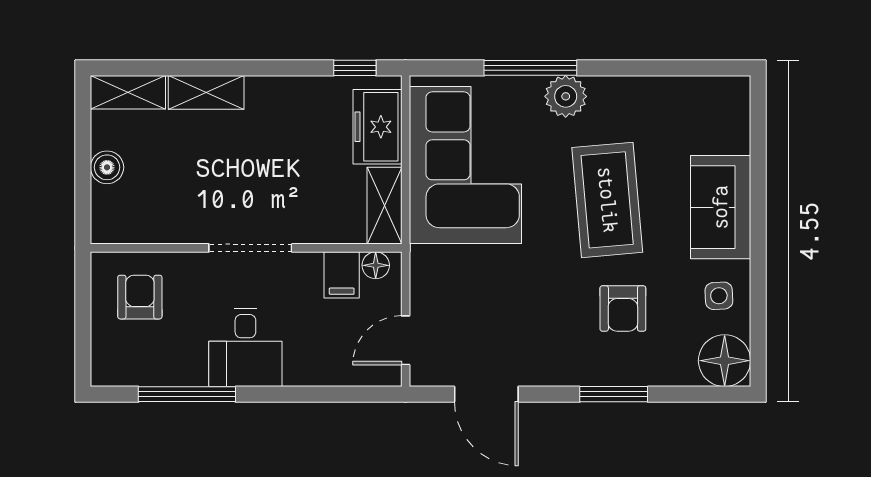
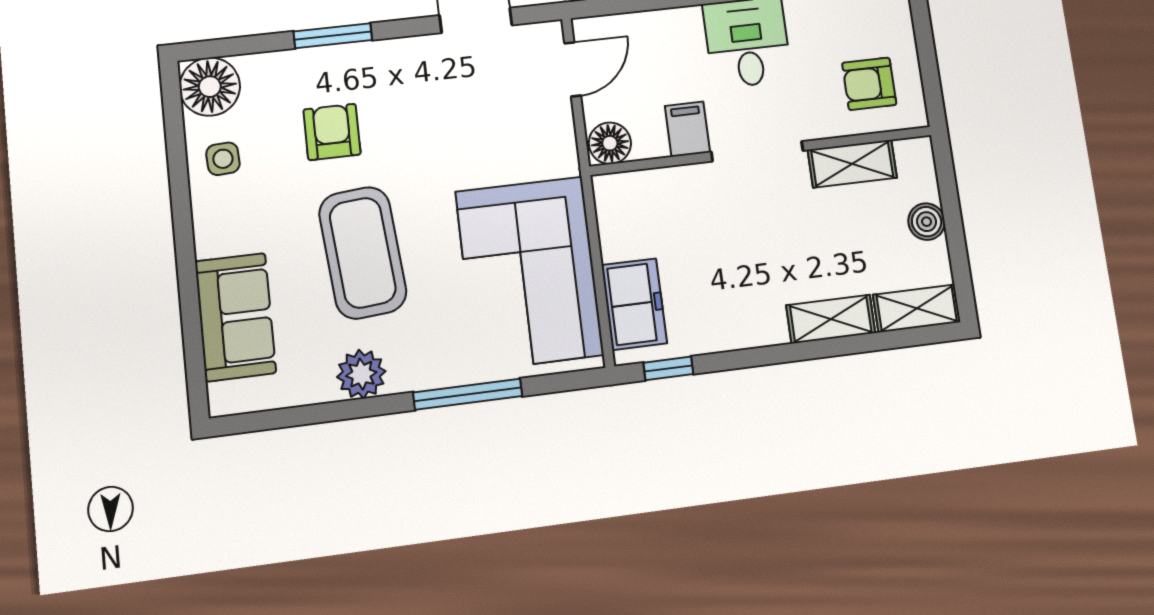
plant: (566, 96) -> (361, 374), moved
shelving: (384, 206) -> (852, 164), moved, turned 90
sofa: (721, 207) -> (235, 317), moved
floor lamp: (376, 265) -> (610, 143), width x1.37, depth x1.37
filing cabinet: (342, 275) -> (687, 129), moved
armchair: (140, 297) -> (869, 84), turned 90

